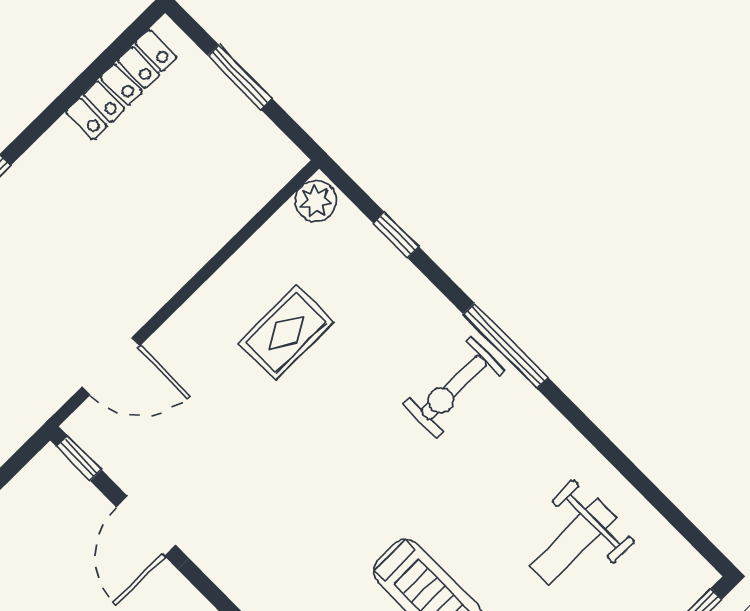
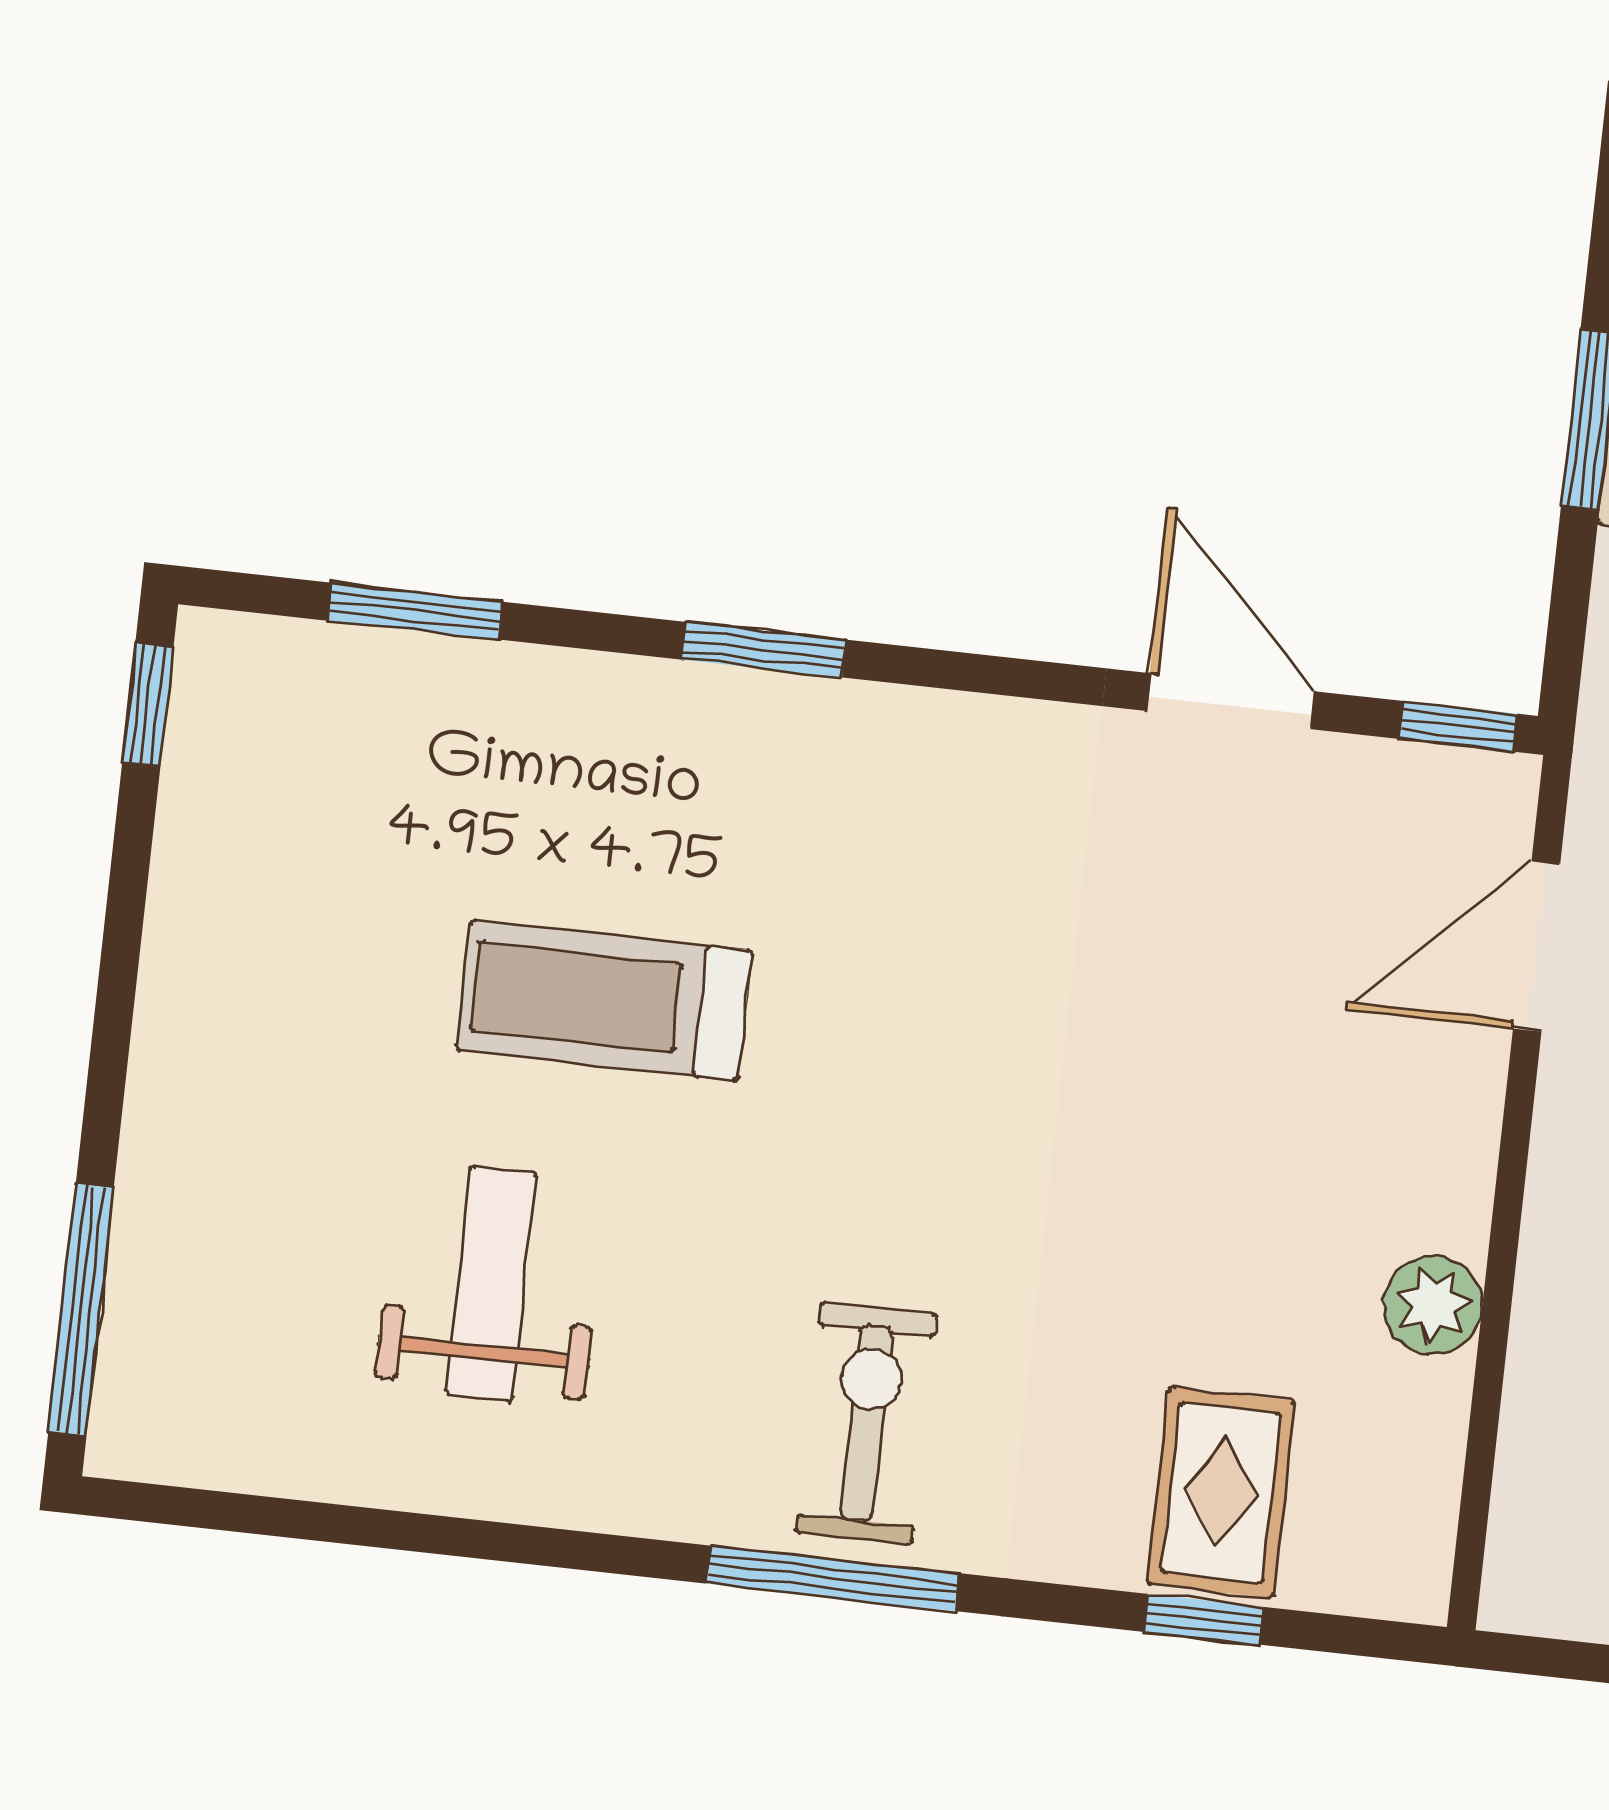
plant: (316, 201) -> (1433, 1305), moved
rug: (286, 332) -> (1221, 1493), moved
weight bench: (573, 542) -> (491, 1283), moved

